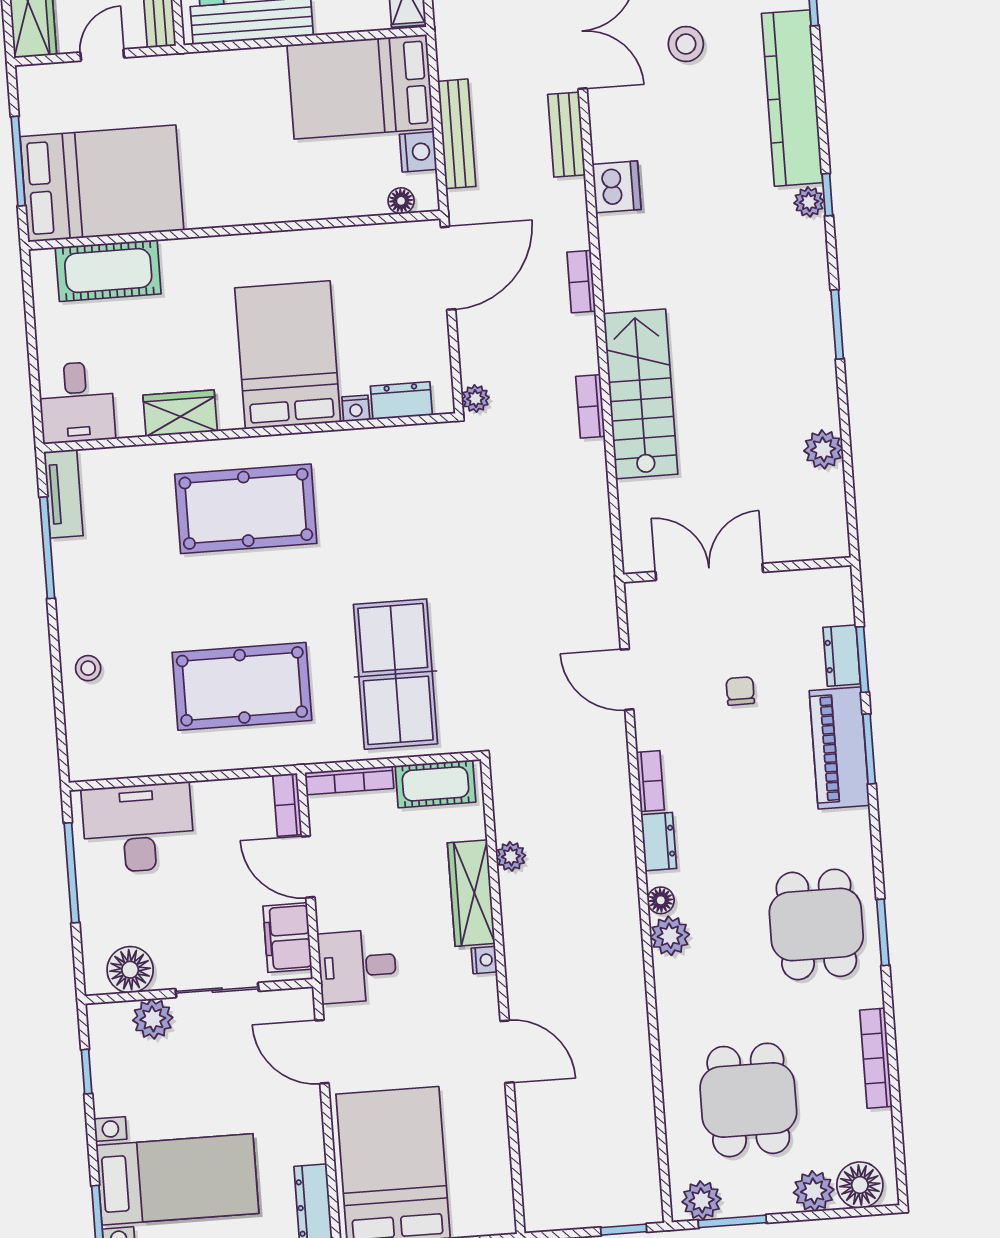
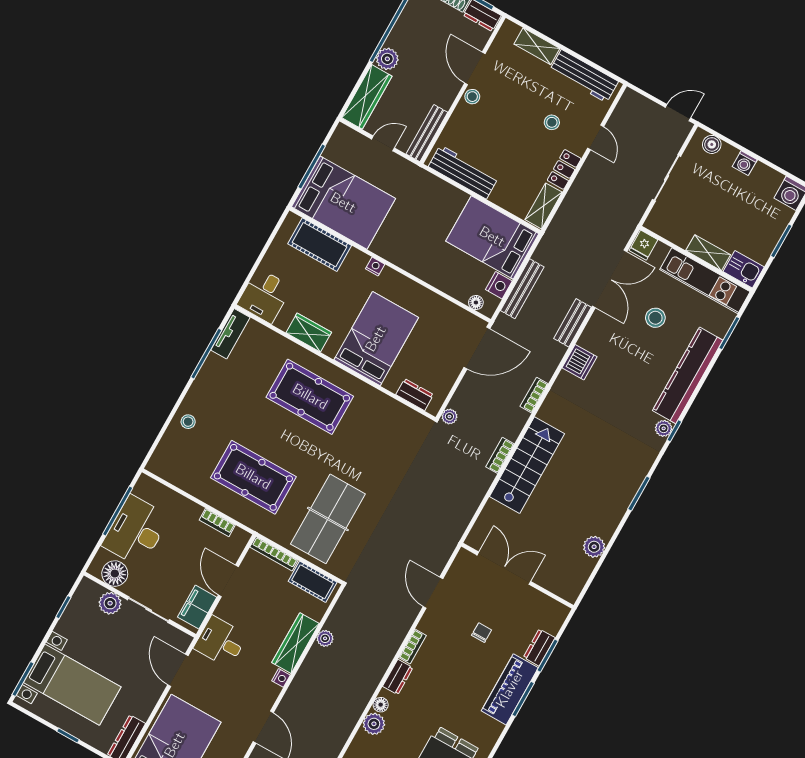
nightstand: (356, 408) -> (375, 267), moved, turned 180
bookcase: (287, 805) -> (217, 522), moved, turned -90
desk: (138, 828) -> (136, 531), moved, turned -90

